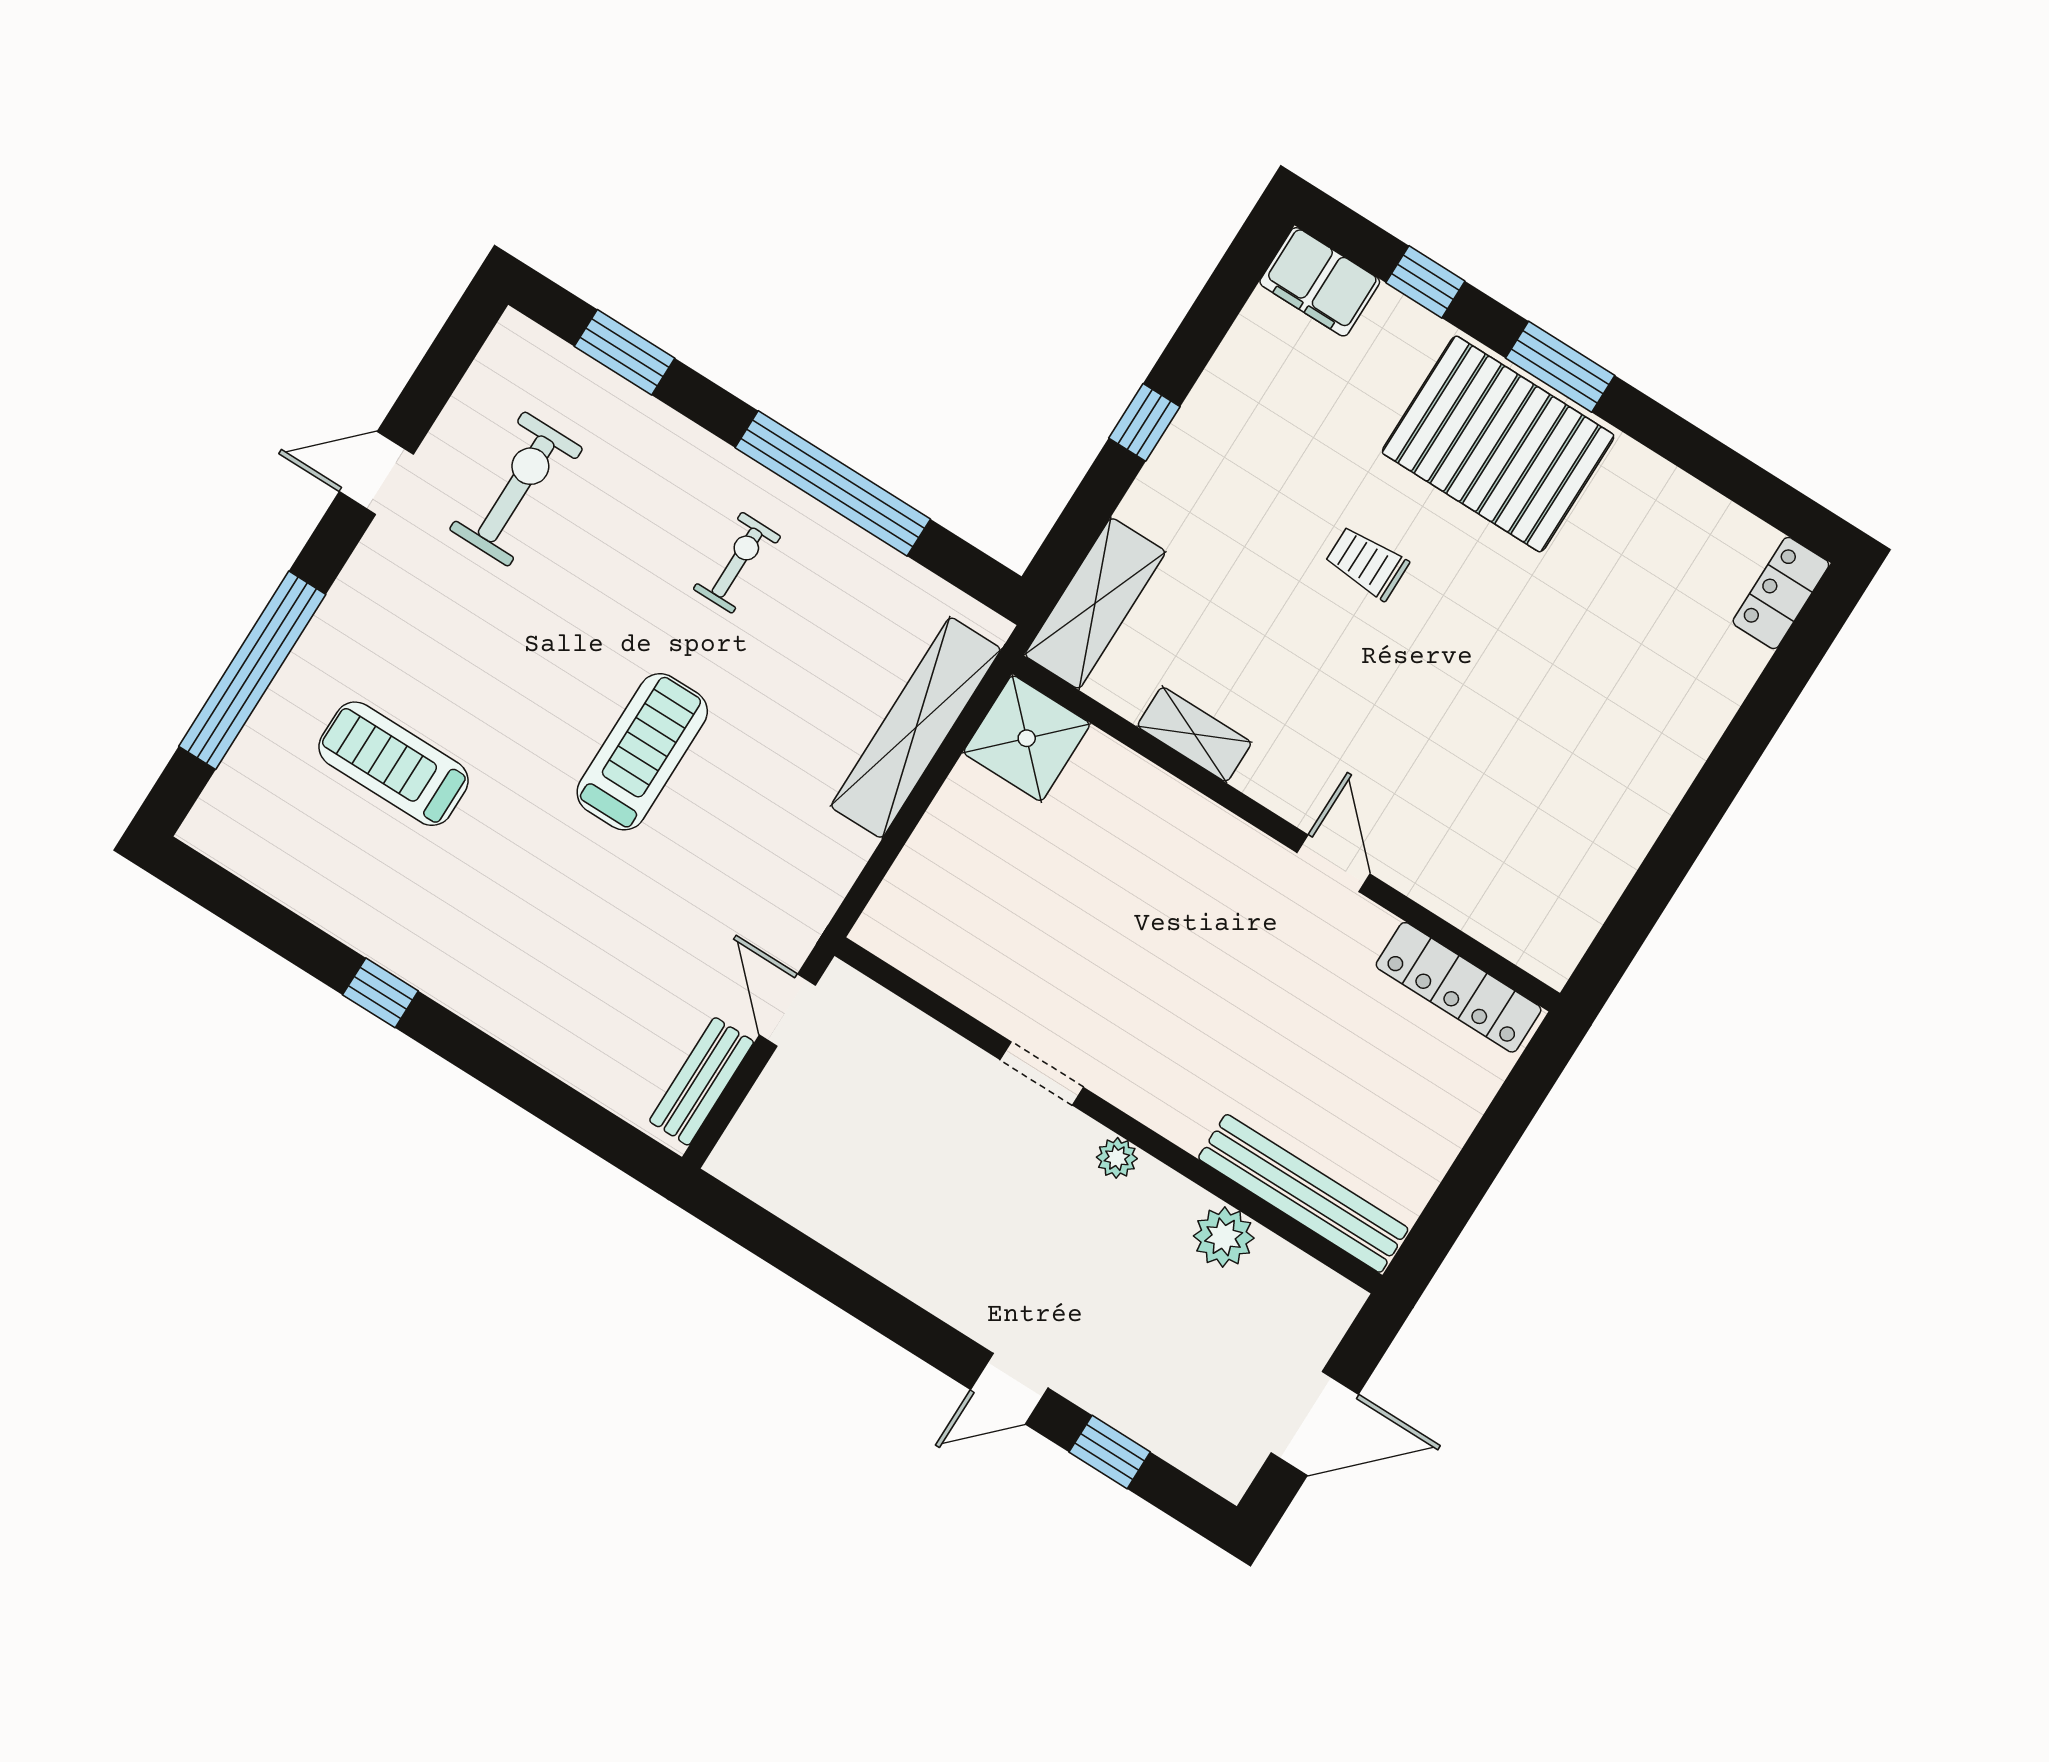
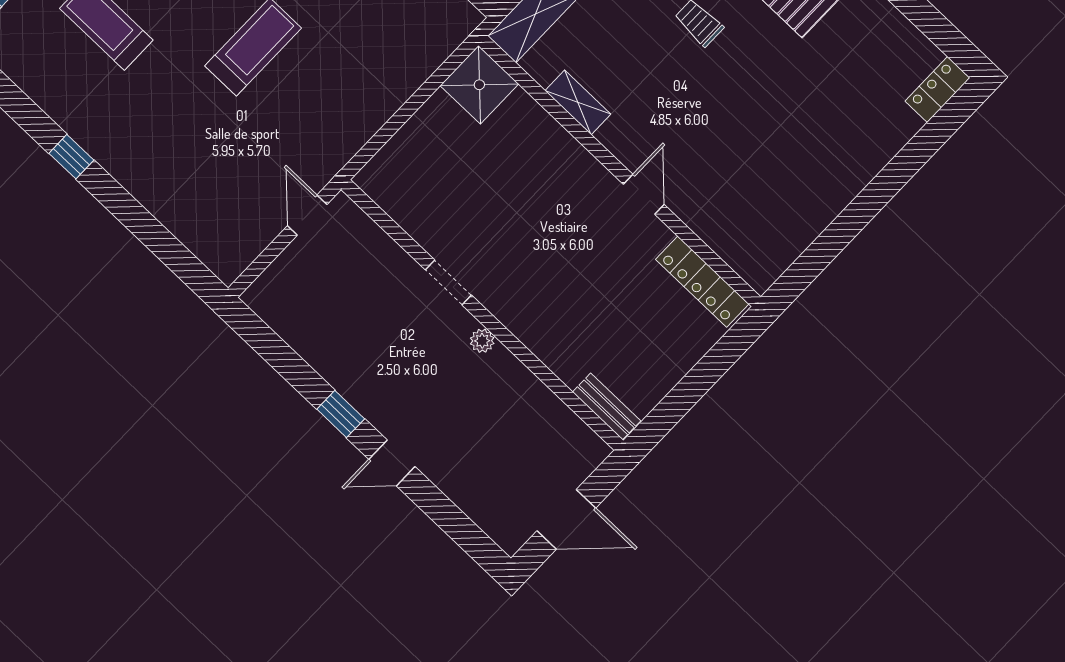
shelving: (916, 728) -> (416, 65), removed
bench: (702, 1081) -> (249, 247), removed
bench: (1303, 1193) -> (607, 406), width x0.54, depth x0.82
plant: (1224, 1237) -> (535, 400), removed
window: (1110, 1452) -> (341, 414), moved

